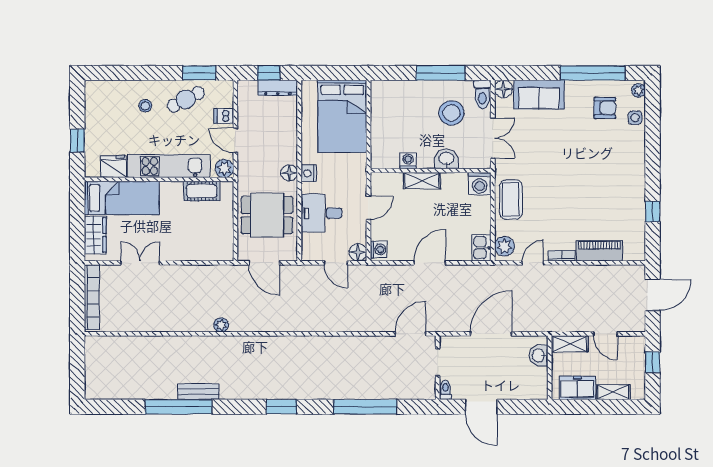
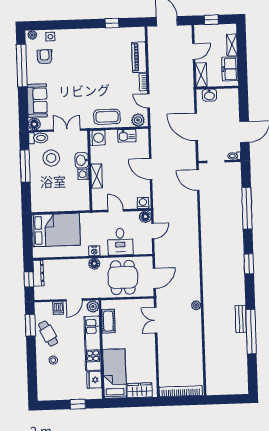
washing machine: (408, 161) -> (83, 174), moved
kitchen sink: (481, 248) -> (127, 136), moved
double door: (140, 263) -> (156, 320), moved

